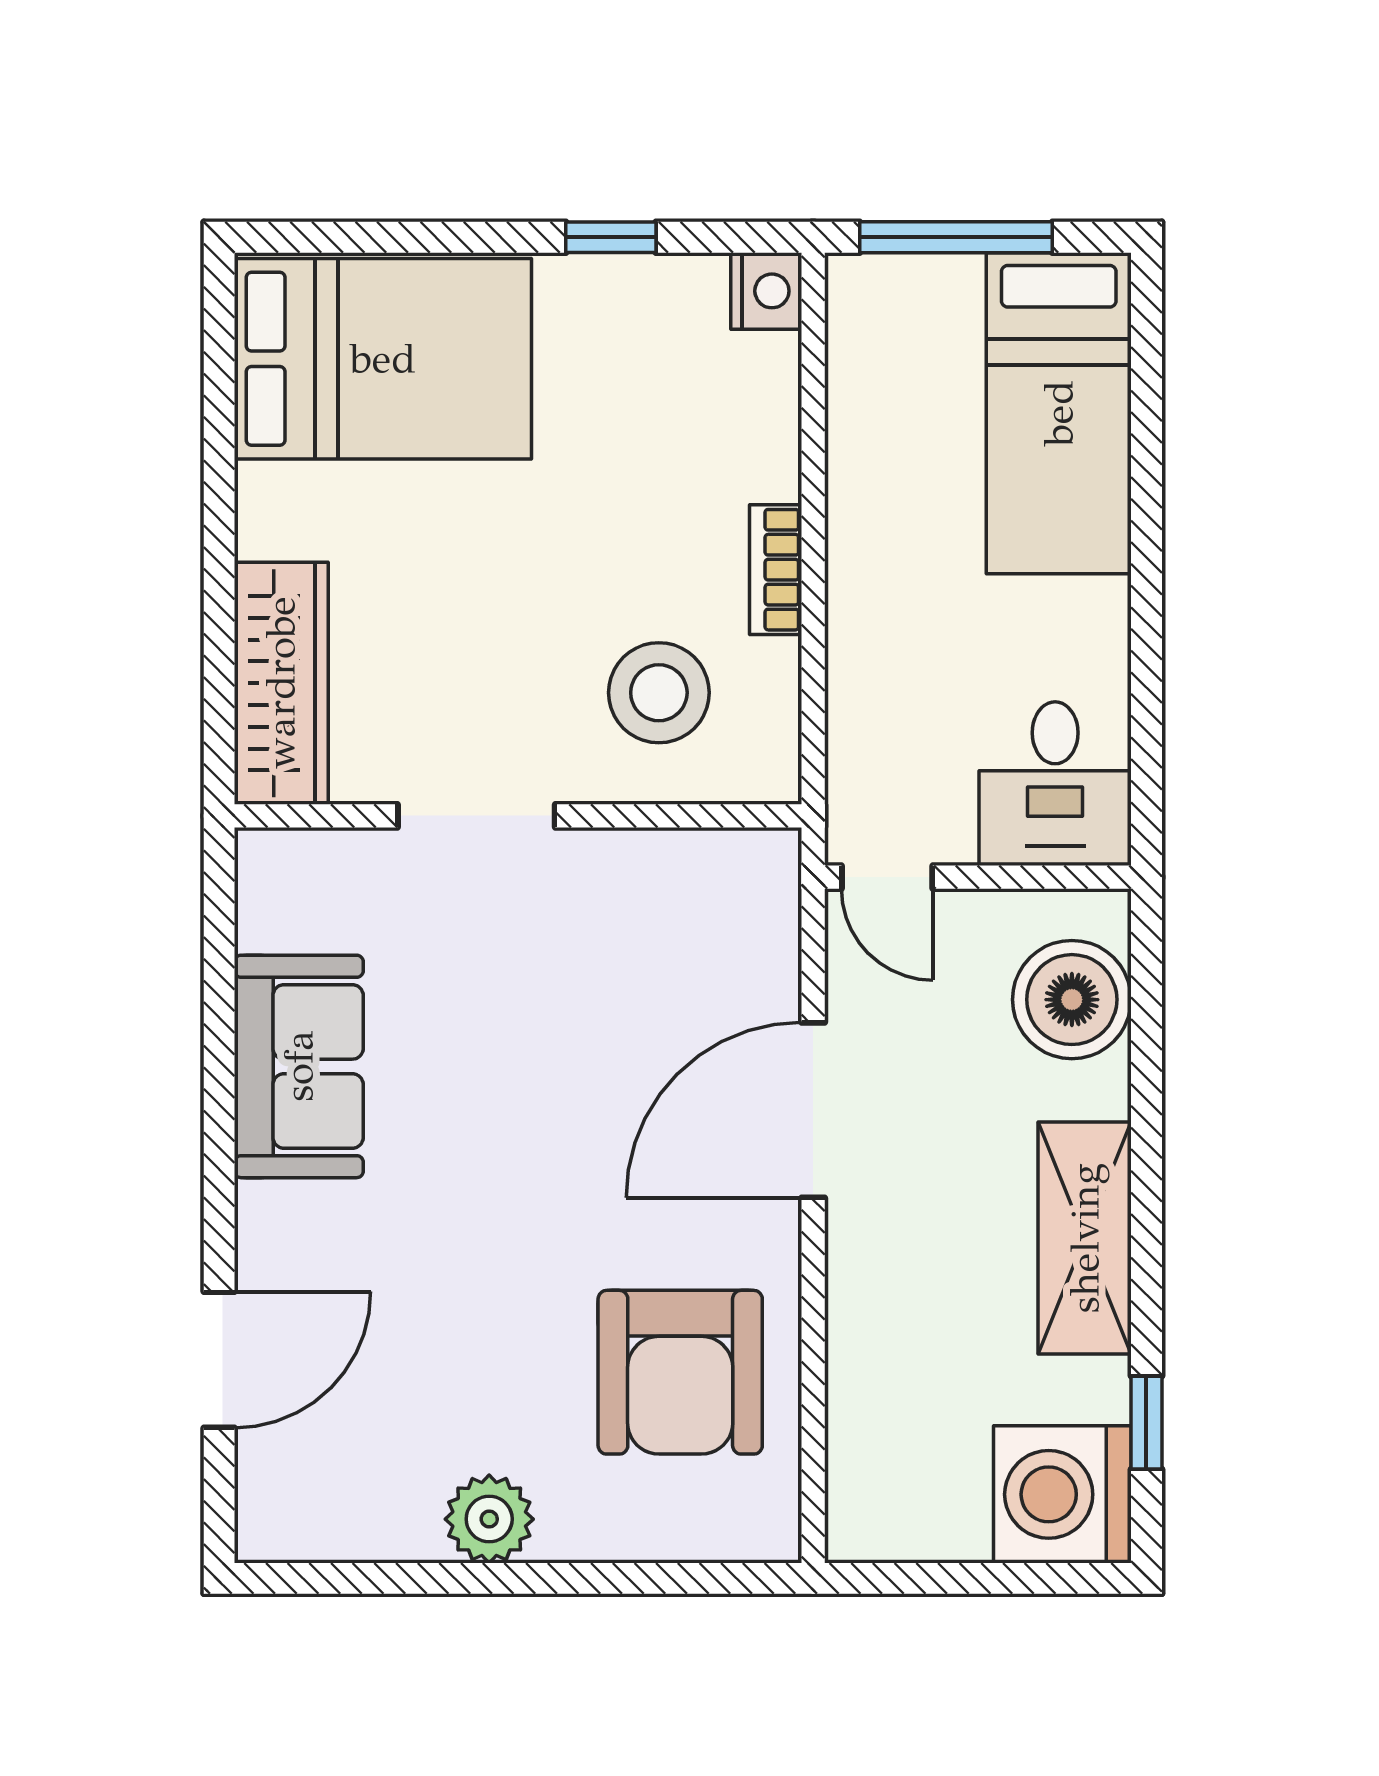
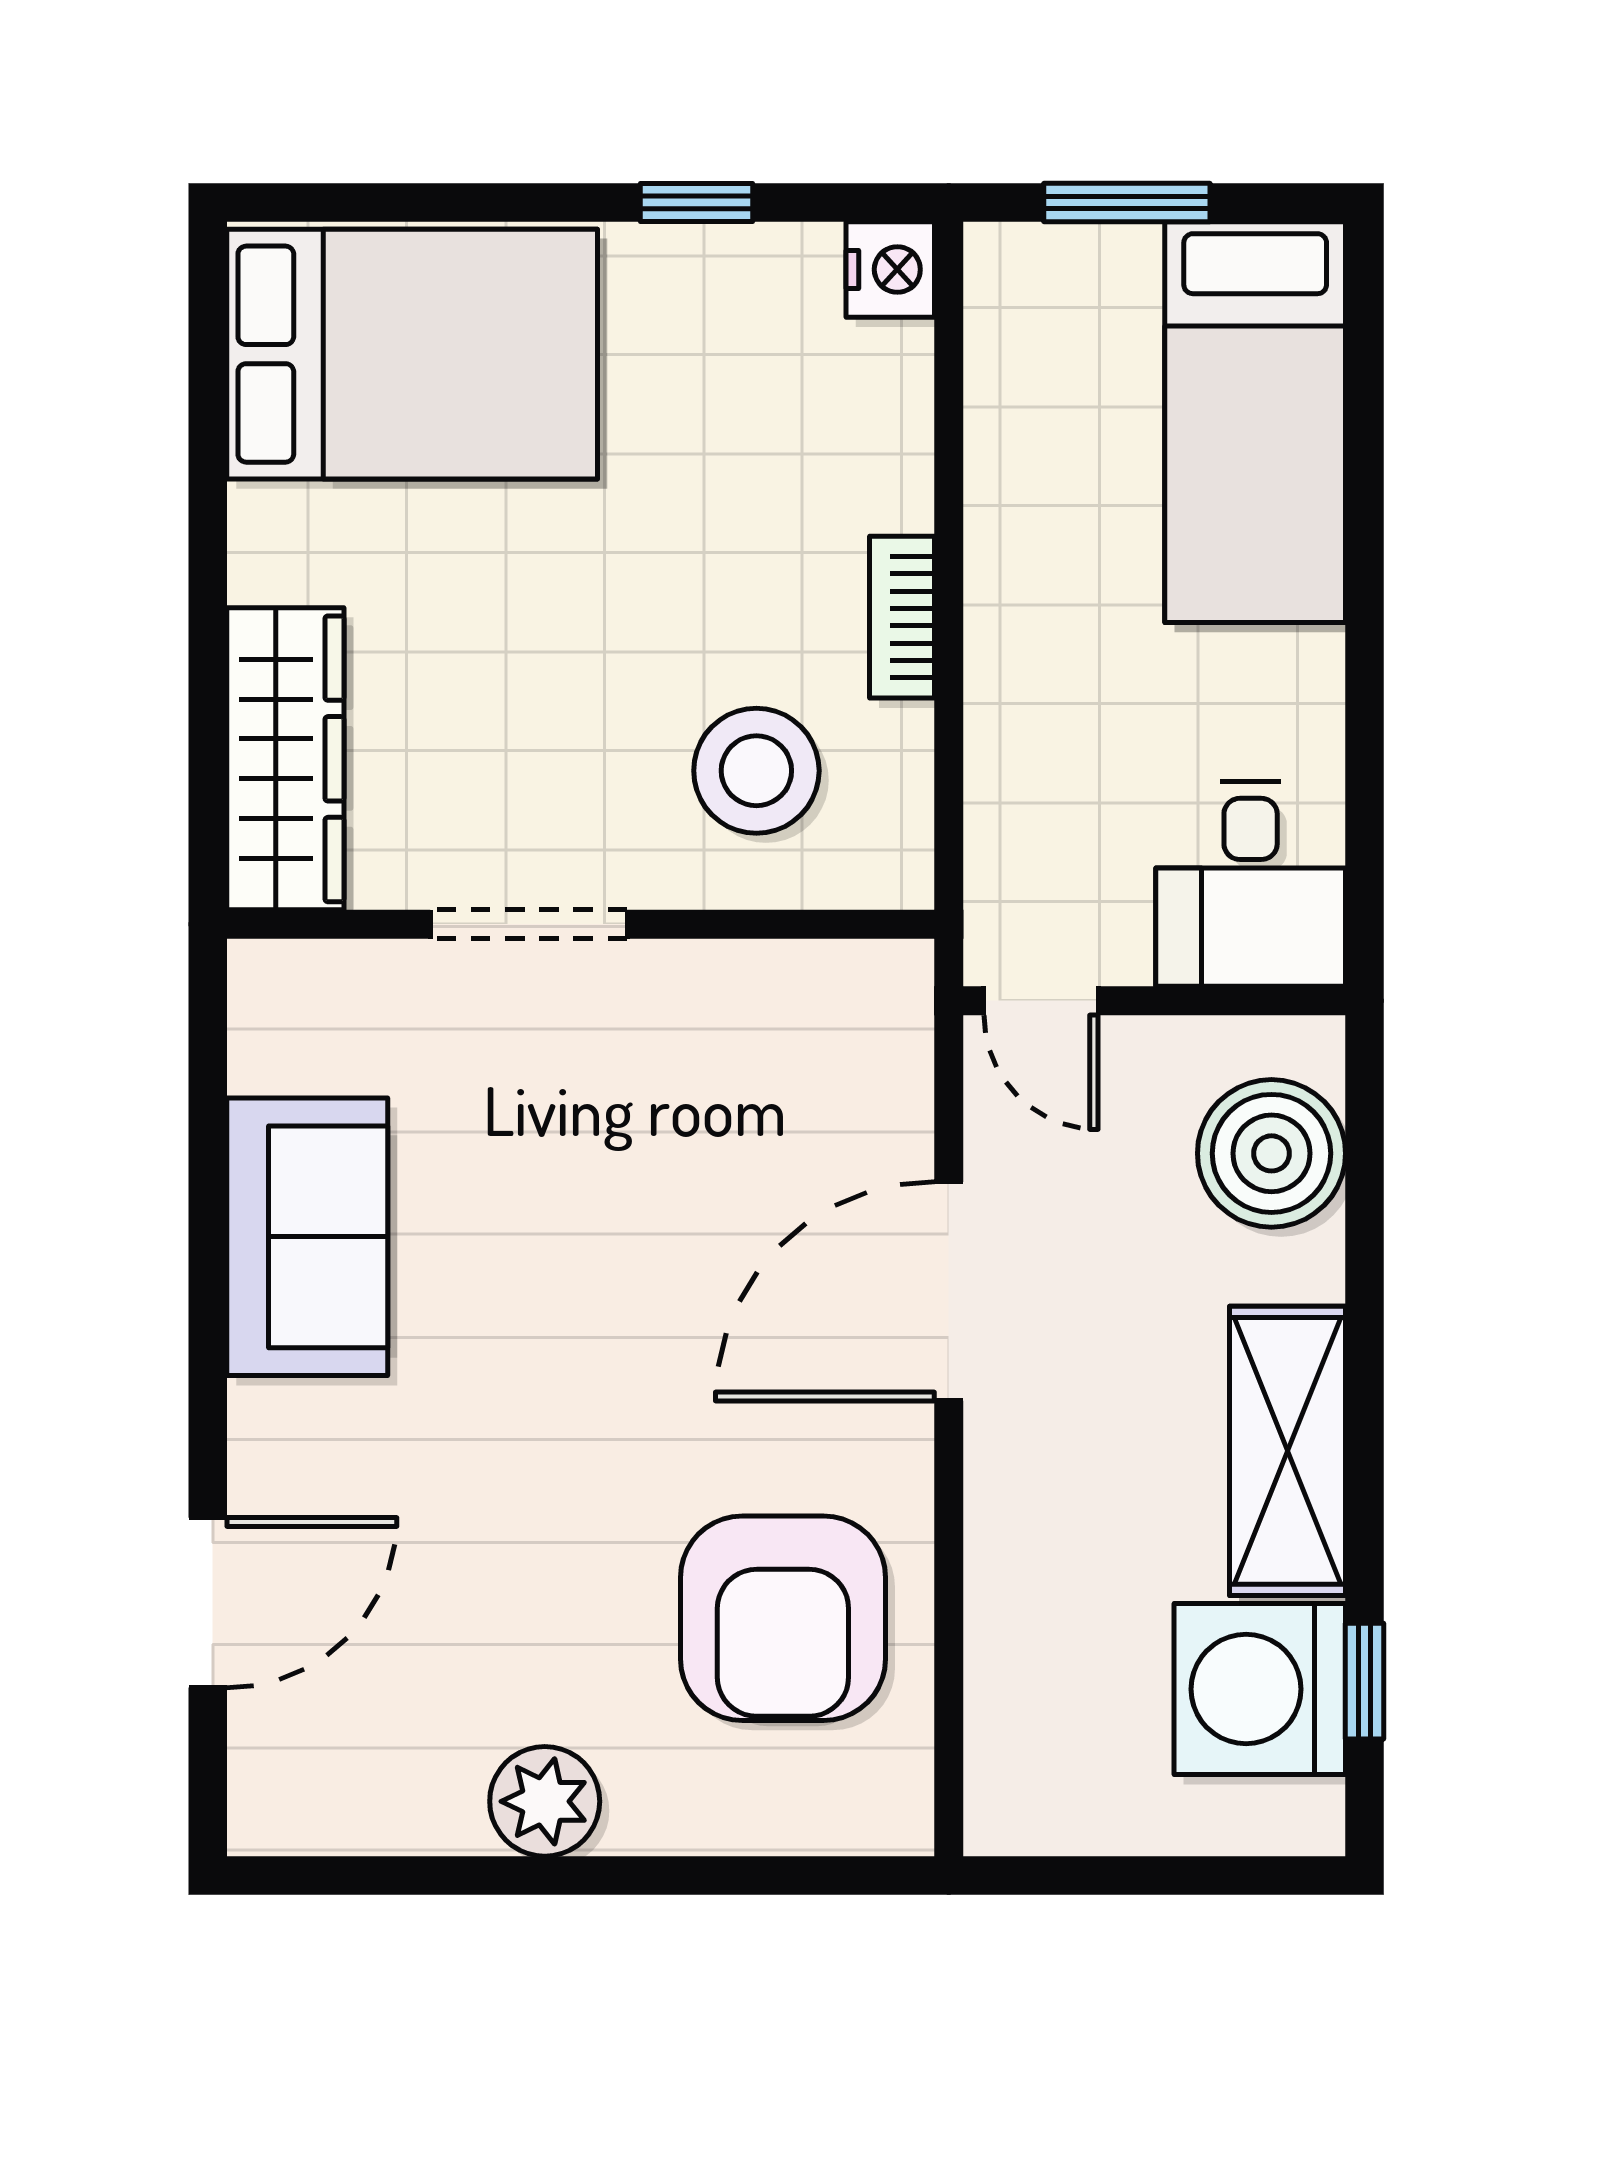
window: (956, 237) -> (1127, 202), width x0.69
washing machine: (1062, 1494) -> (1260, 1689), moved

